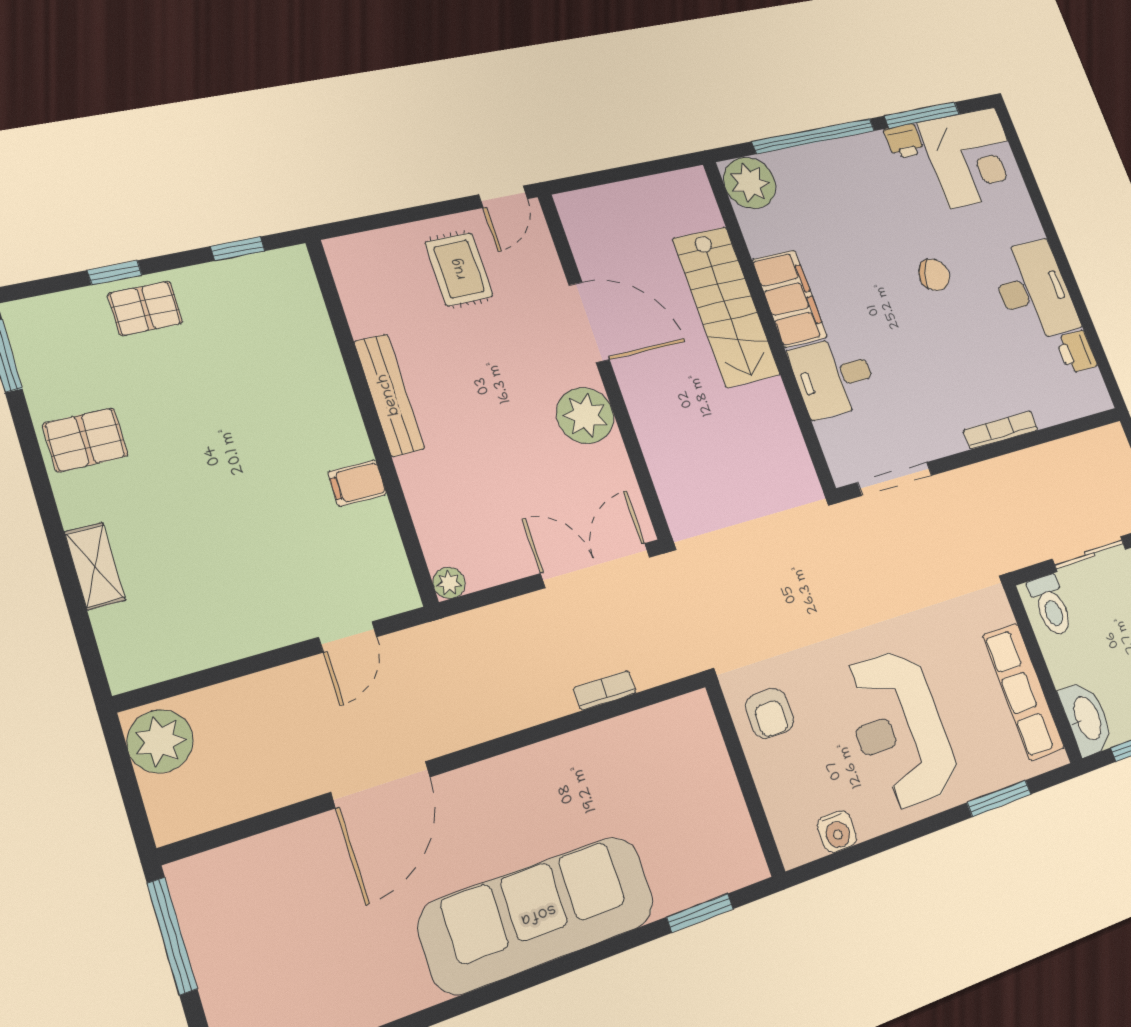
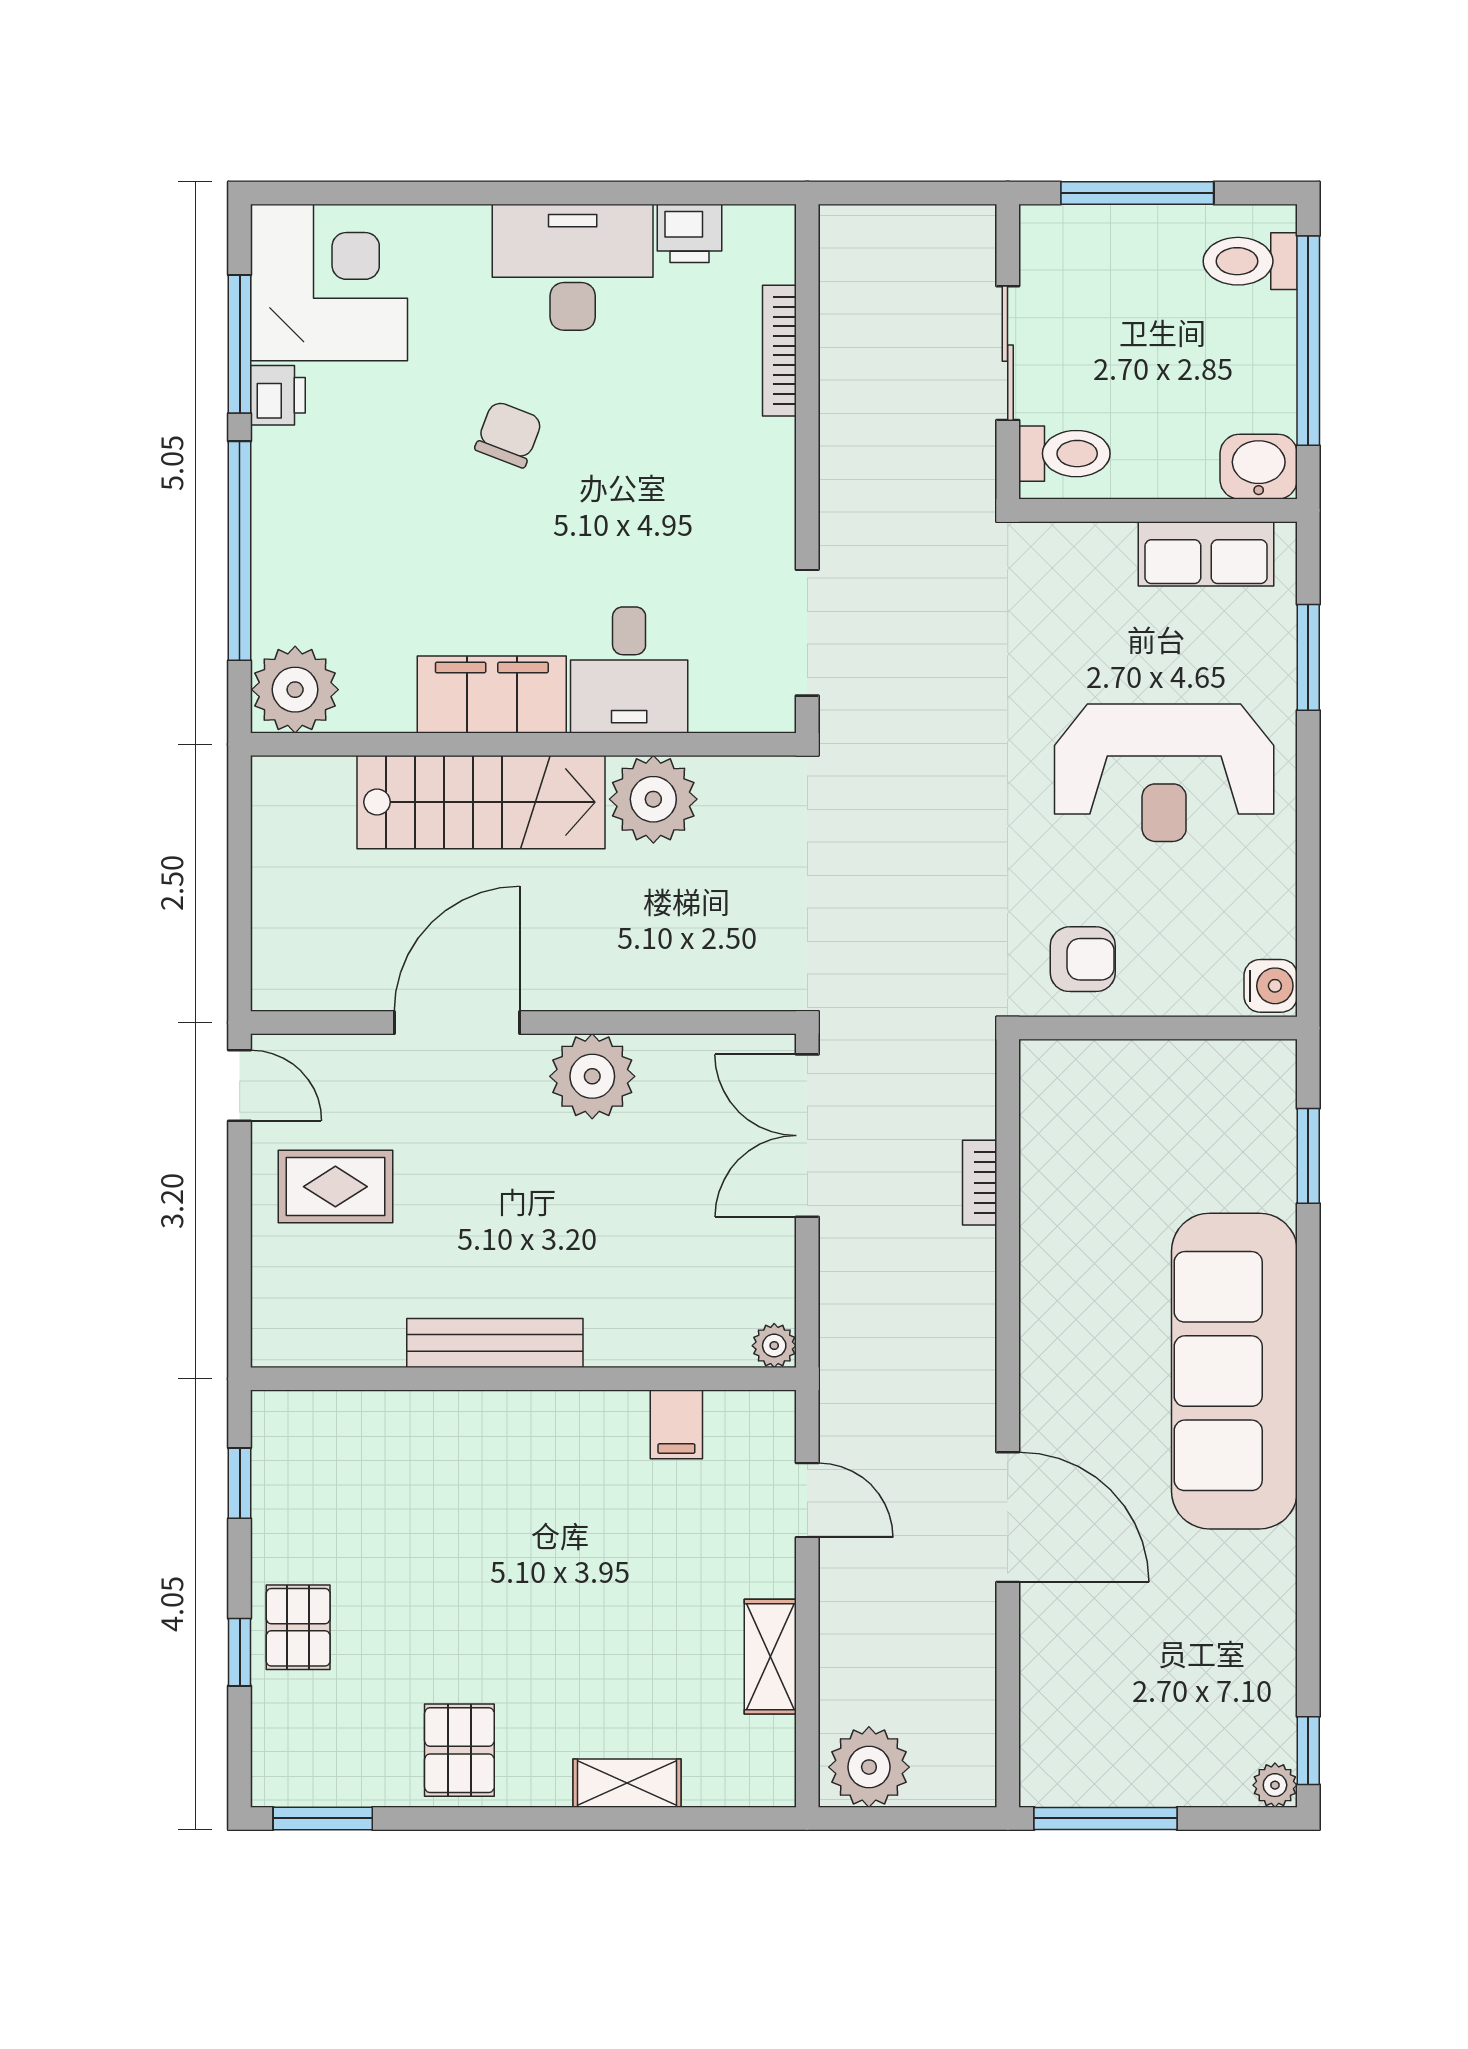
plant: (766, 411) -> (653, 799), added
bookcase: (1001, 430) -> (779, 351), moved
filing cabinet: (357, 483) -> (676, 1424), moved
shelving: (224, 644) -> (770, 1657), added
row of seats: (1023, 691) -> (1206, 554), width x0.68
washbasin: (1087, 719) -> (1259, 467), width x0.72
water cooler: (837, 832) -> (1271, 986), moved

